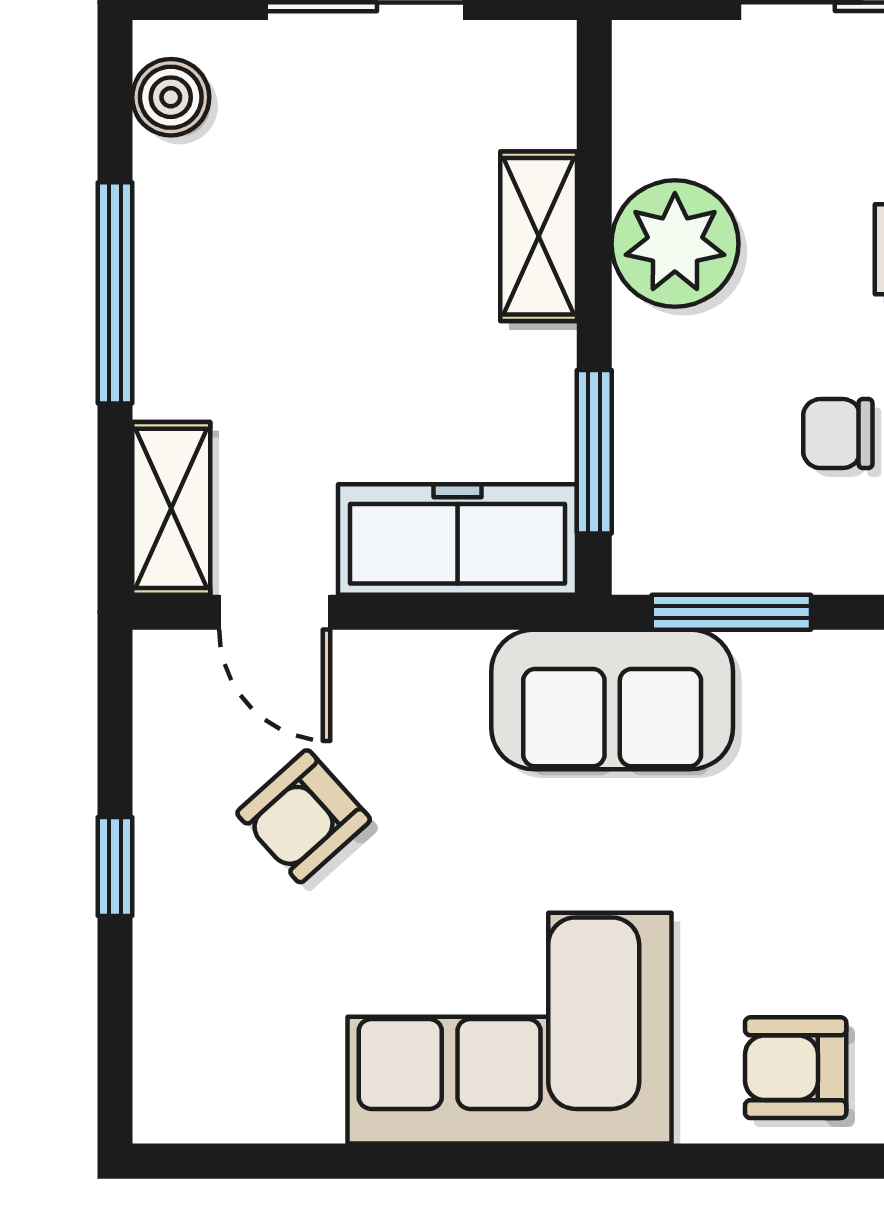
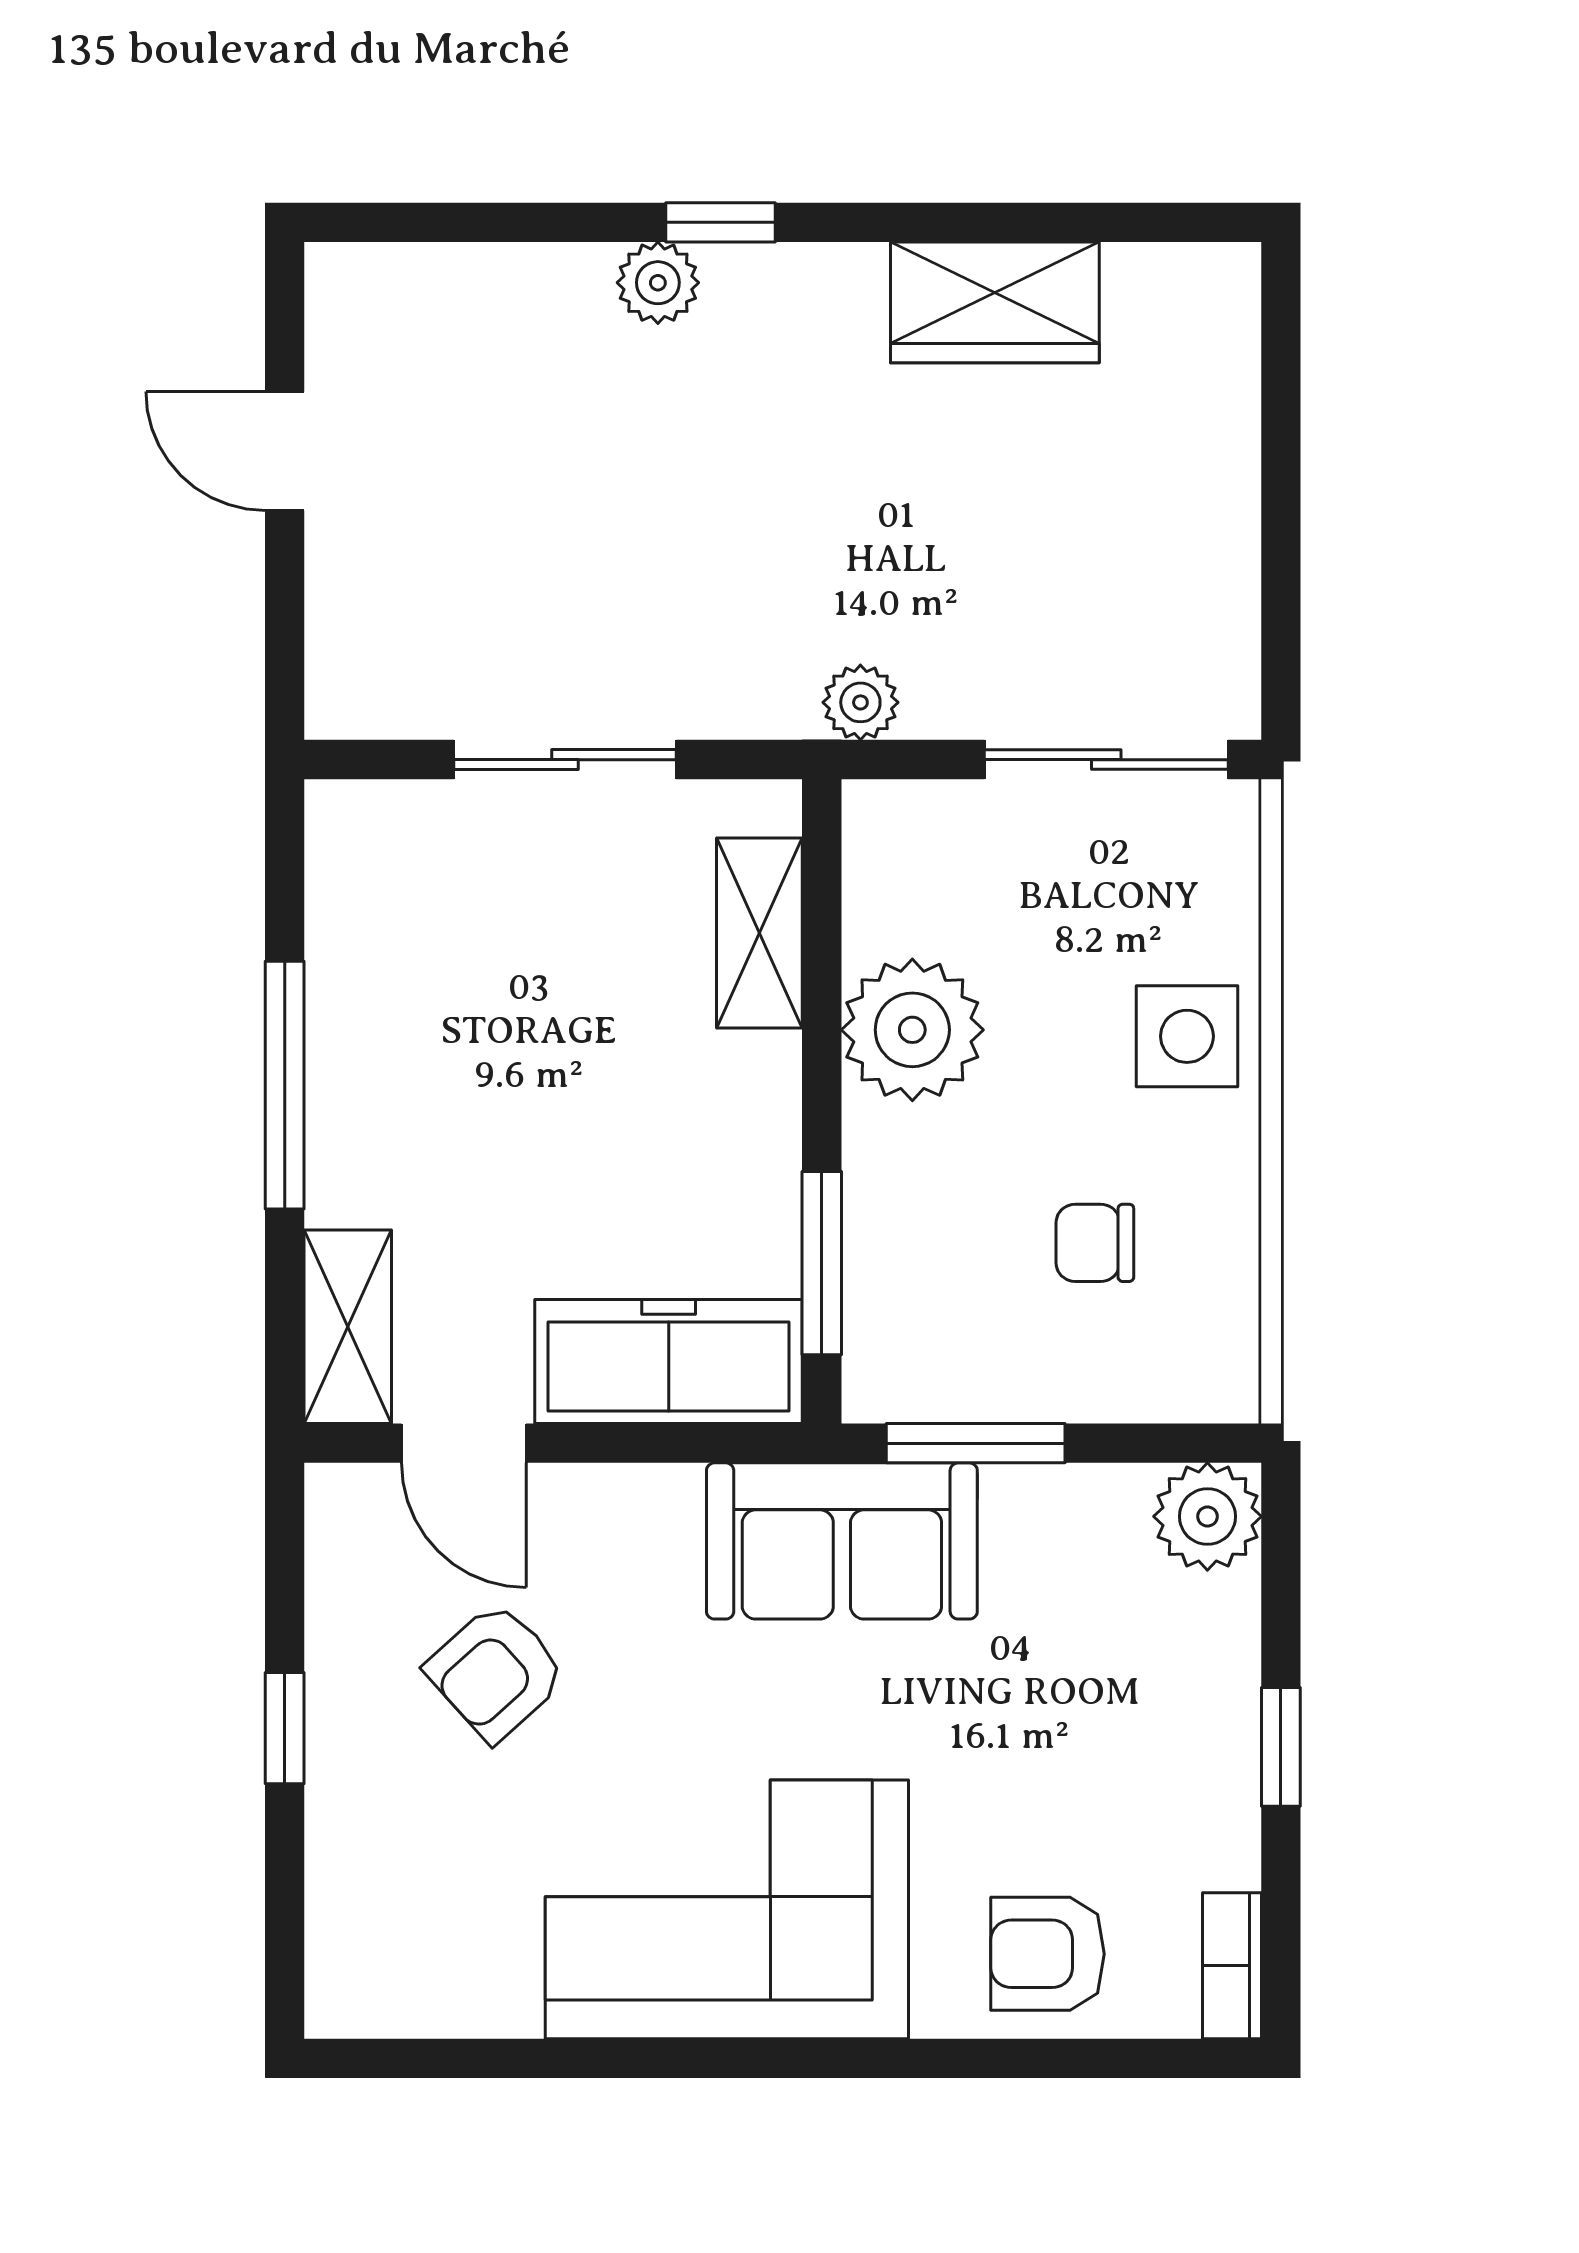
boiler: (171, 97) -> (347, 866), removed
shelving: (539, 236) -> (759, 933), moved

